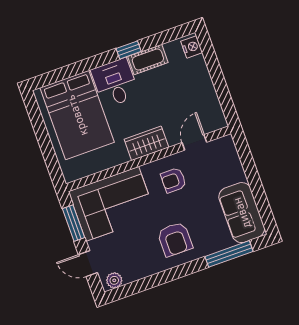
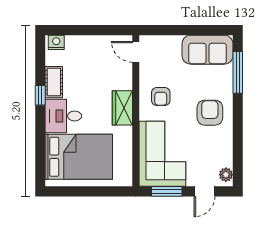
door: (194, 142) -> (136, 52), moved
armchair: (175, 239) -> (210, 113), turned -90

